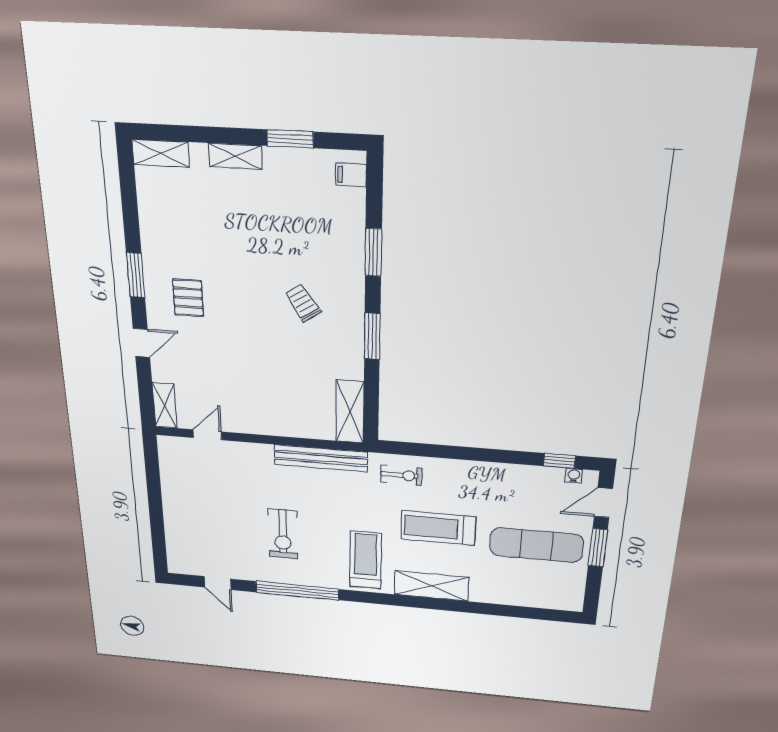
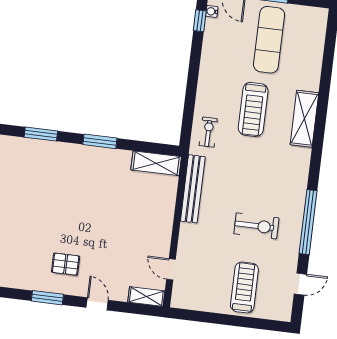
trolley: (303, 303) -> (73, 185), removed
treadmill: (366, 560) -> (244, 287), moved, turned 90

